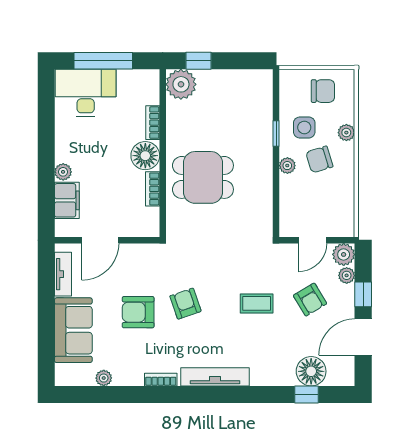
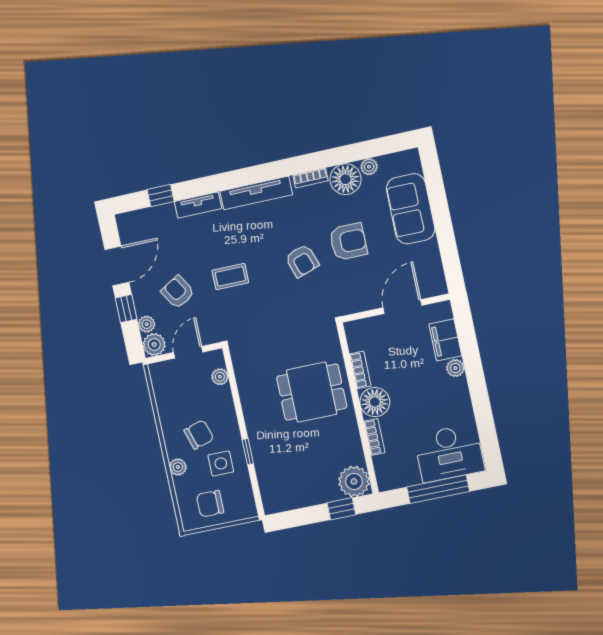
plant: (287, 166) -> (220, 377), moved
tv unit: (63, 274) -> (198, 205), moved, turned -90
floor lamp: (311, 371) -> (345, 179), moved

